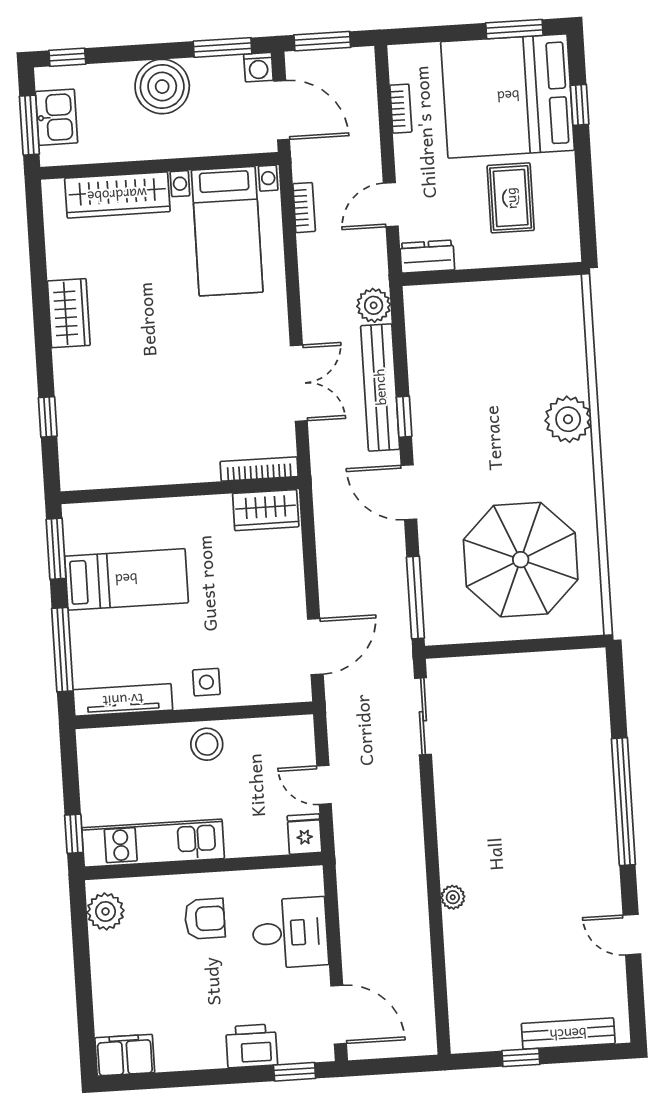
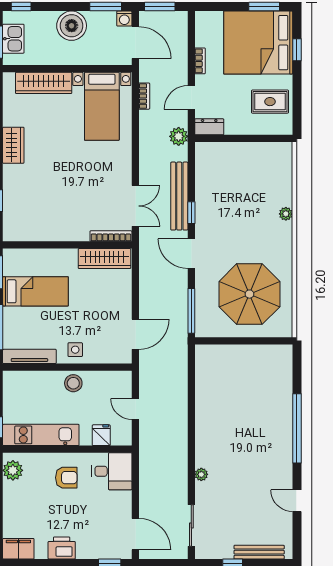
bookcase: (401, 109) -> (200, 61), moved
rug: (511, 198) -> (270, 102), moved, turned 90
plant: (374, 305) -> (179, 136), moved
double door: (299, 383) -> (135, 206), moved
plant: (568, 419) -> (286, 214), width x0.53, depth x0.53
wardrobe: (266, 510) -> (104, 259), width x1.50
sliding door: (423, 716) -> (191, 525), moved
fridge: (304, 834) -> (101, 435), moved
desk: (290, 933) -> (112, 471), moved
printer: (252, 1046) -> (62, 548), moved

